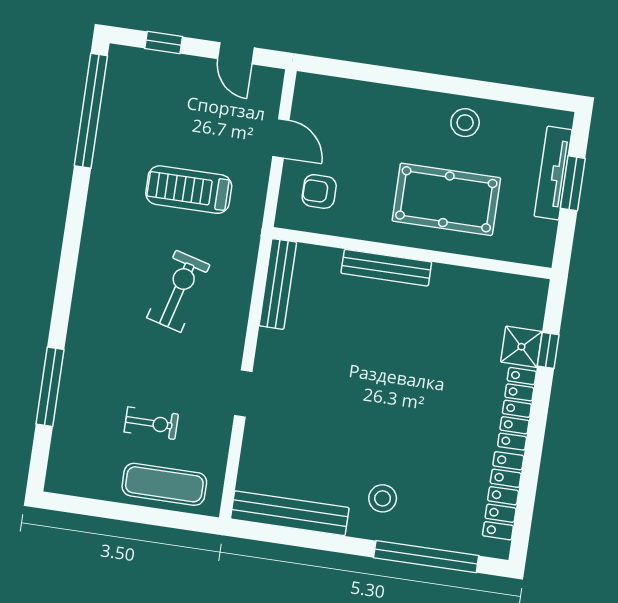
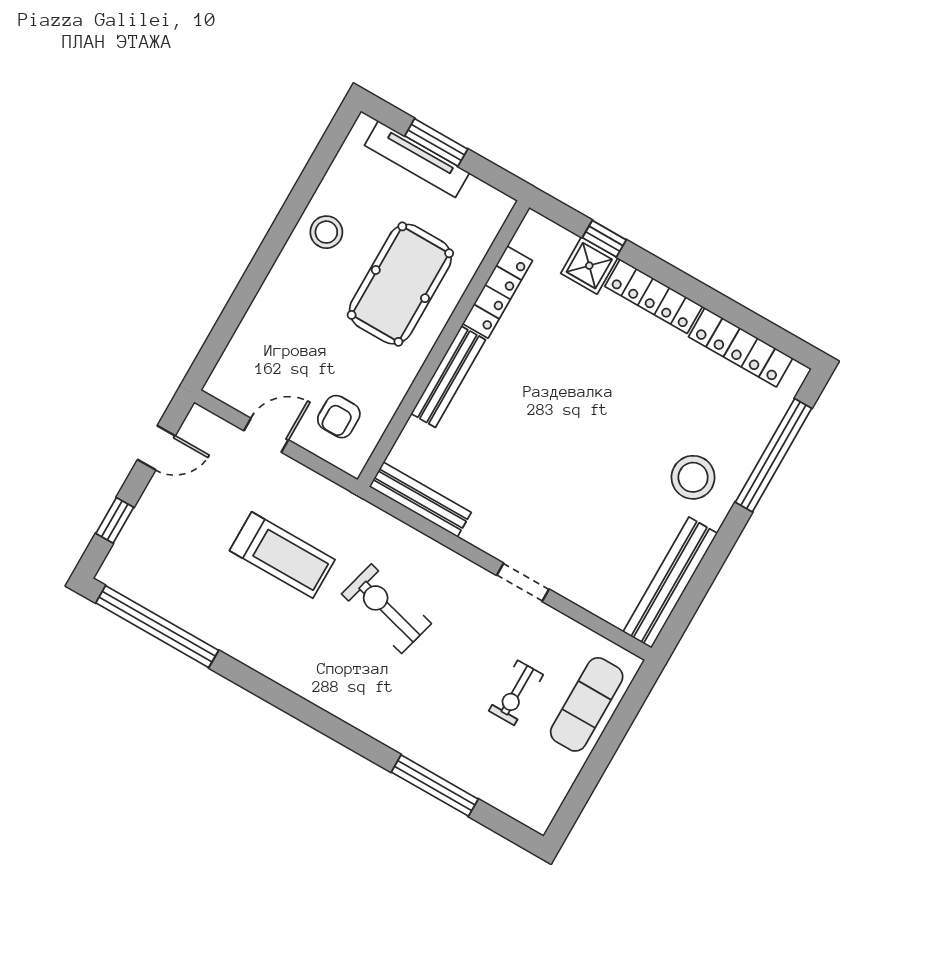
treadmill: (189, 190) -> (282, 555), turned -90
locker: (471, 281) -> (498, 292), added
exercise bike: (151, 423) -> (516, 693), turned 180
stool: (383, 498) -> (693, 477), width x1.38, depth x1.38

